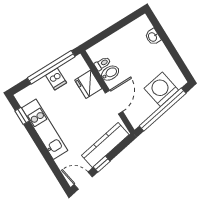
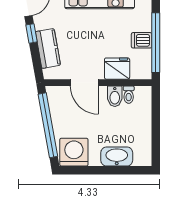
washbasin: (153, 37) -> (117, 156), width x1.91, depth x1.45
washing machine: (161, 89) -> (74, 152), moved, turned -80
kitchen counter: (105, 145) -> (48, 48), width x0.67

